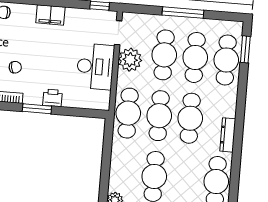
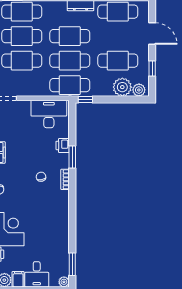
plant: (130, 60) -> (122, 87), moved
desk: (95, 67) -> (49, 114), moved
window: (108, 131) -> (85, 99), added

